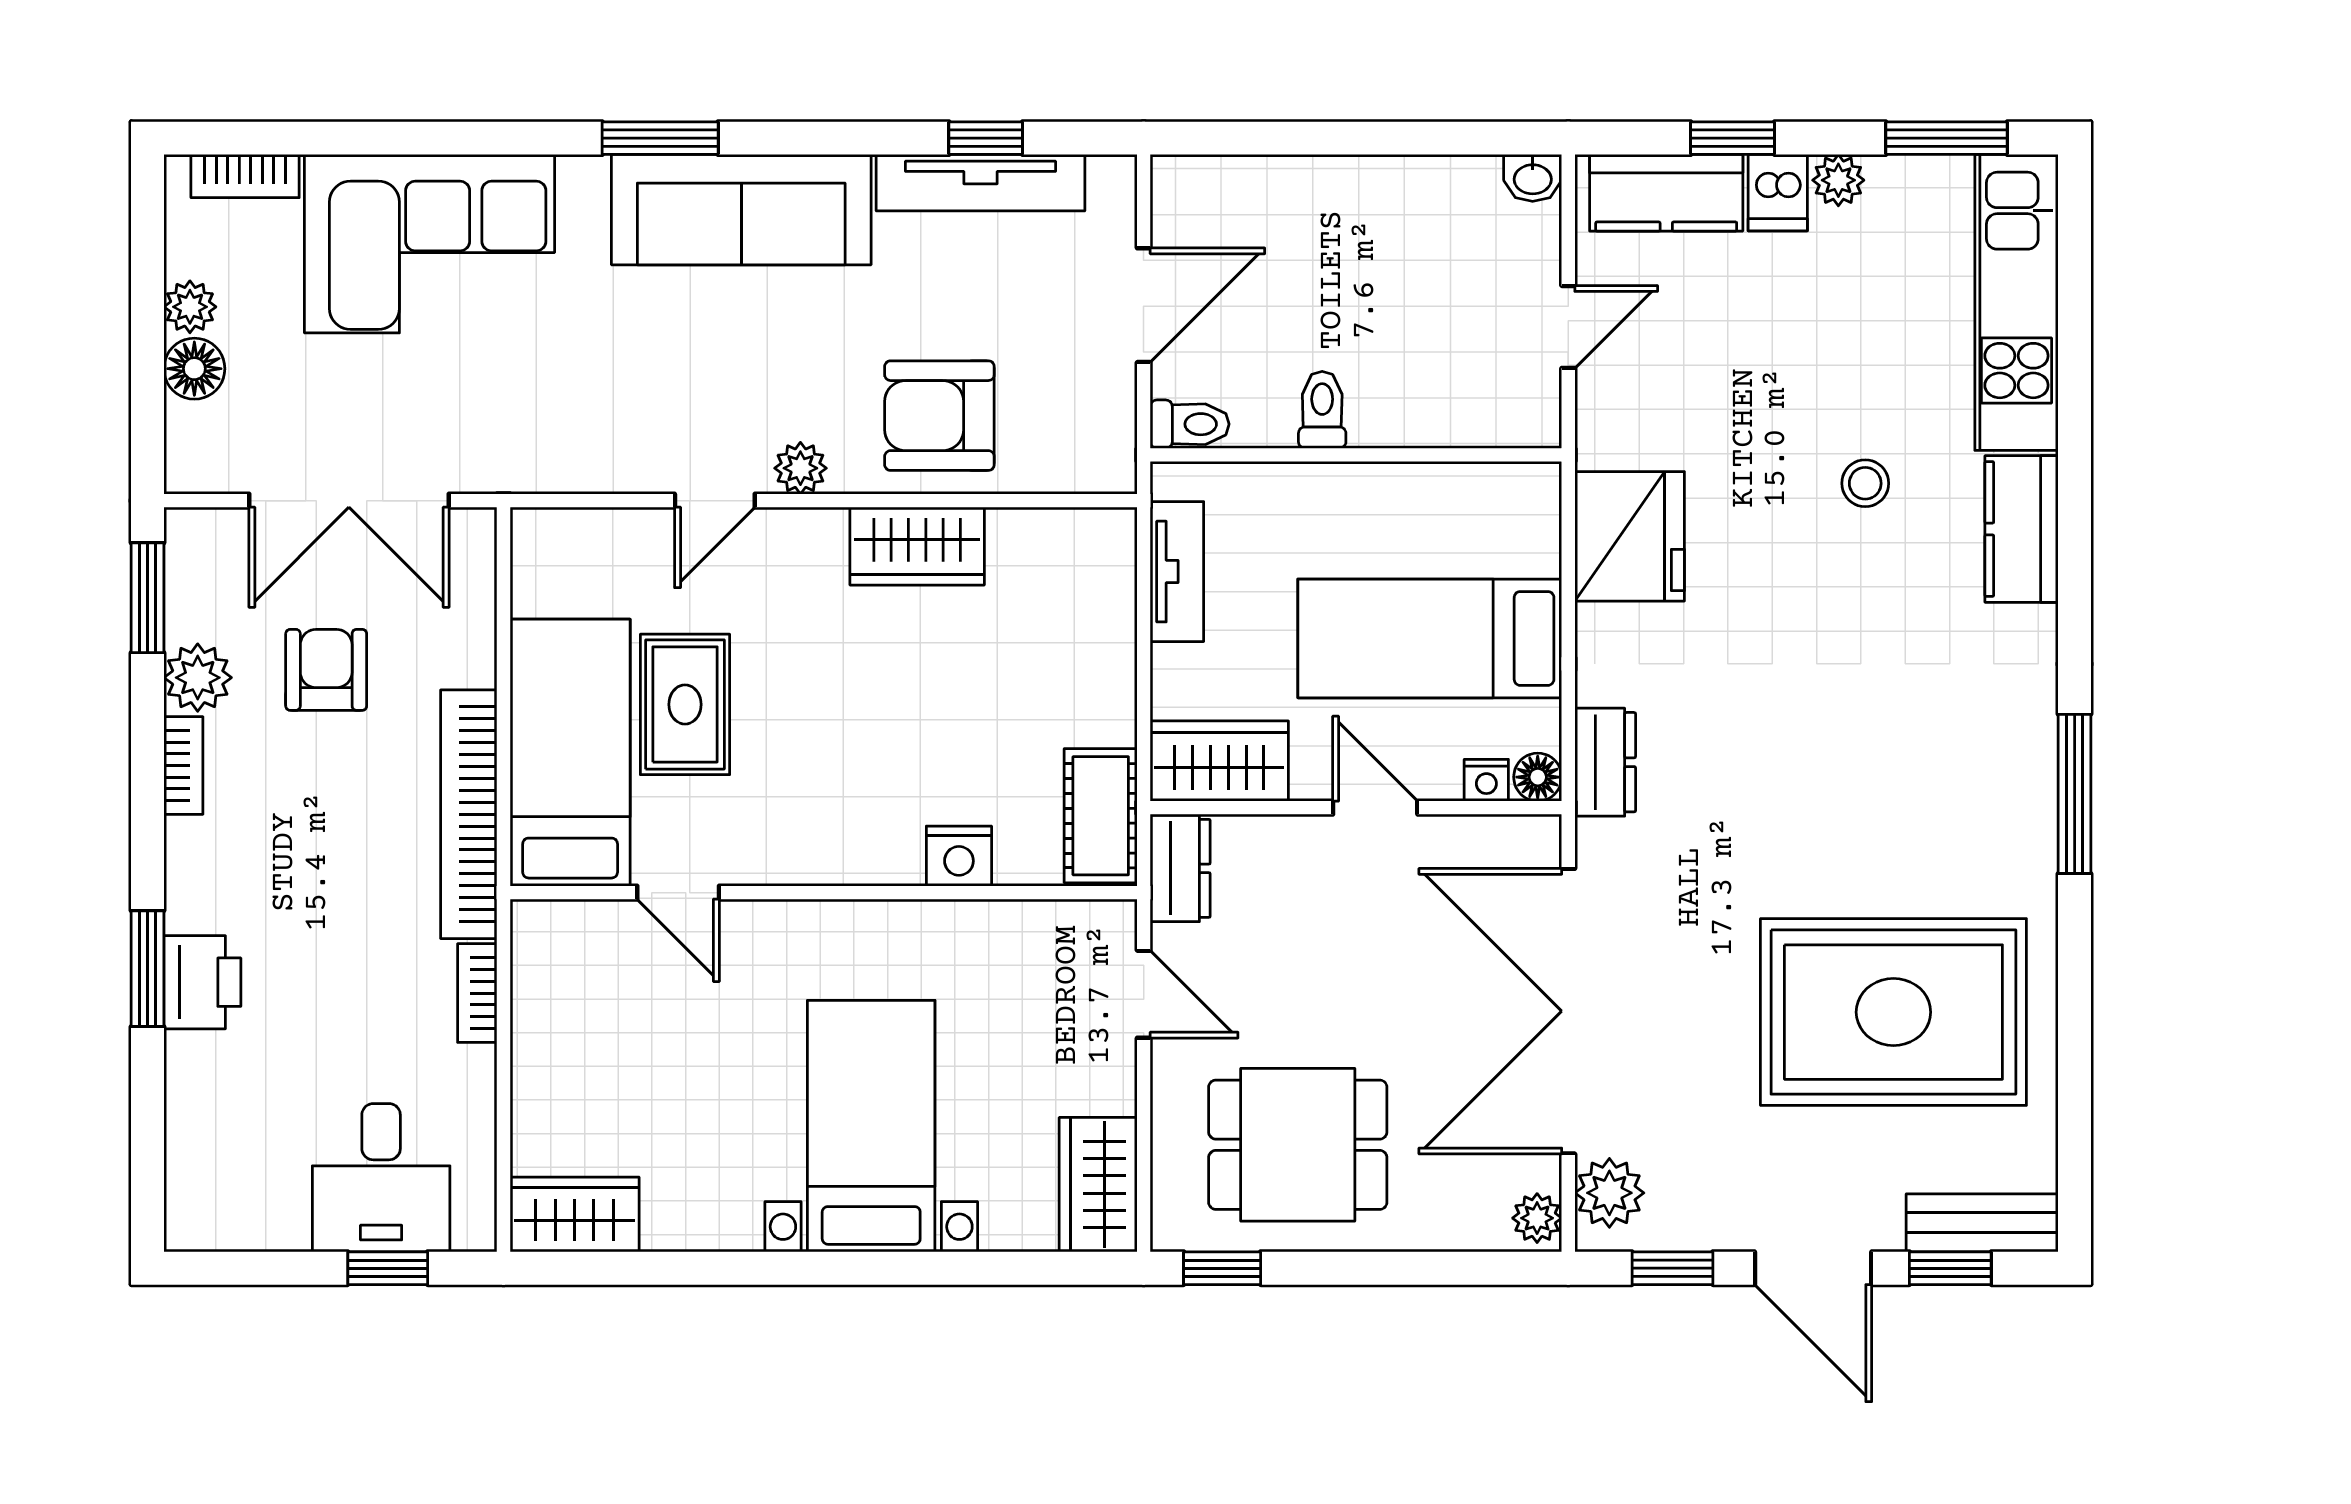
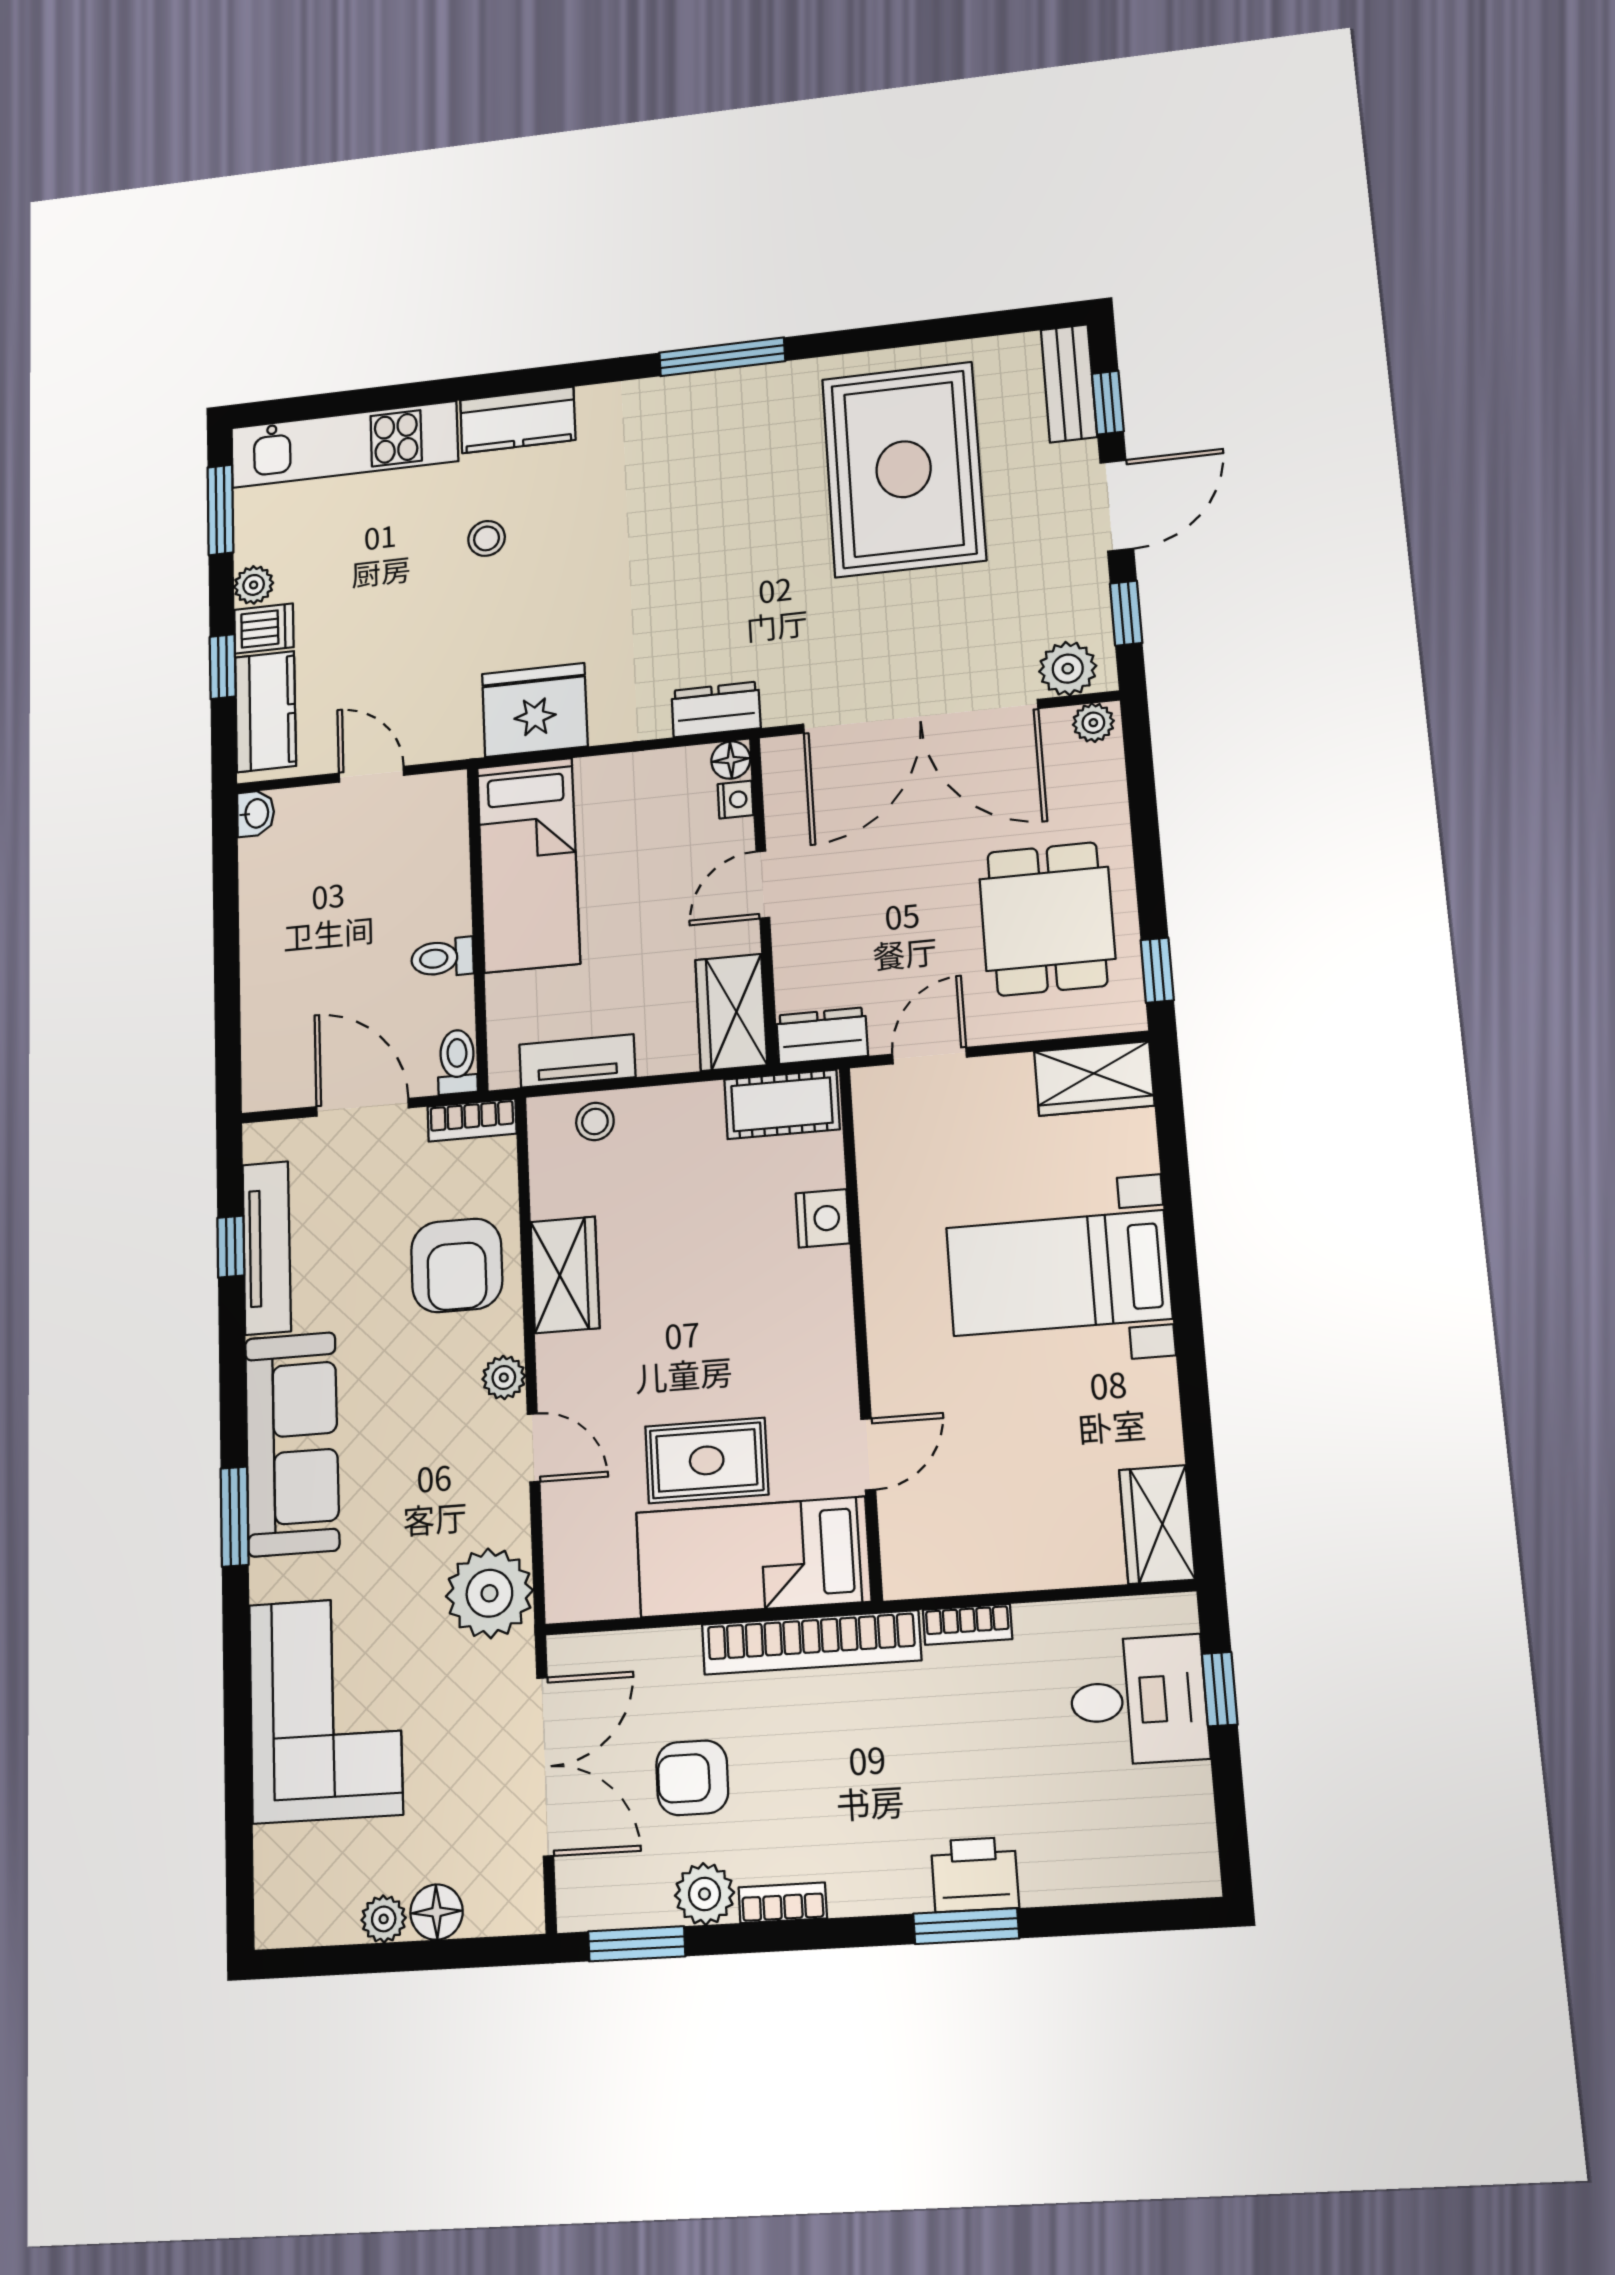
bookcase: (245, 176) -> (472, 1120), moved, turned 90
plant: (550, 442) -> (489, 1593), added
stool: (1100, 590) -> (595, 1121), added
bed: (1430, 638) -> (528, 865), moved

